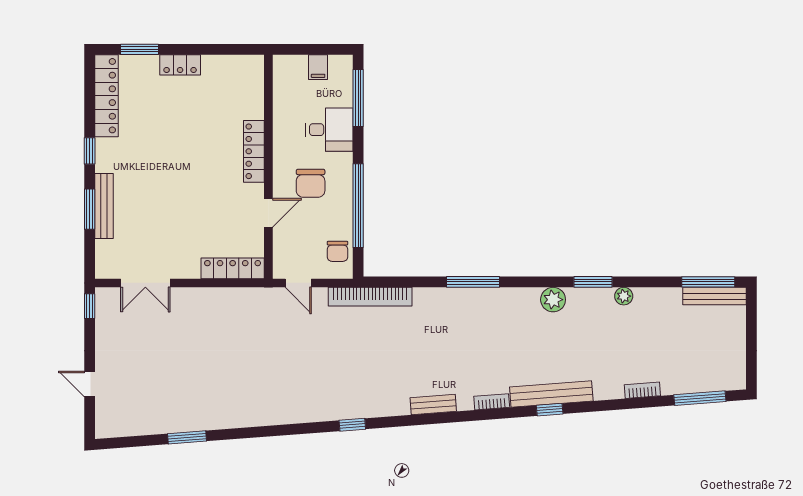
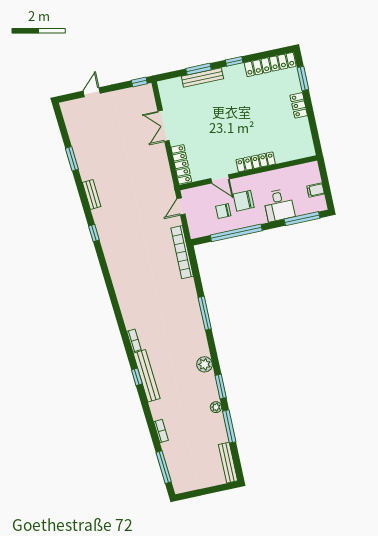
chair: (337, 251) -> (223, 211), moved
window: (708, 282) -> (229, 426), moved
double door: (145, 283) -> (164, 126), moved
bench: (433, 405) -> (92, 194), moved
window: (352, 425) -> (94, 233), moved

